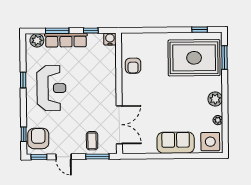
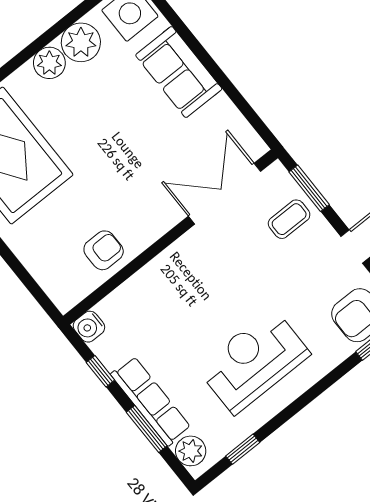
window: (23, 80) -> (243, 449), moved
plant: (218, 120) -> (81, 42), width x1.87, depth x1.87

